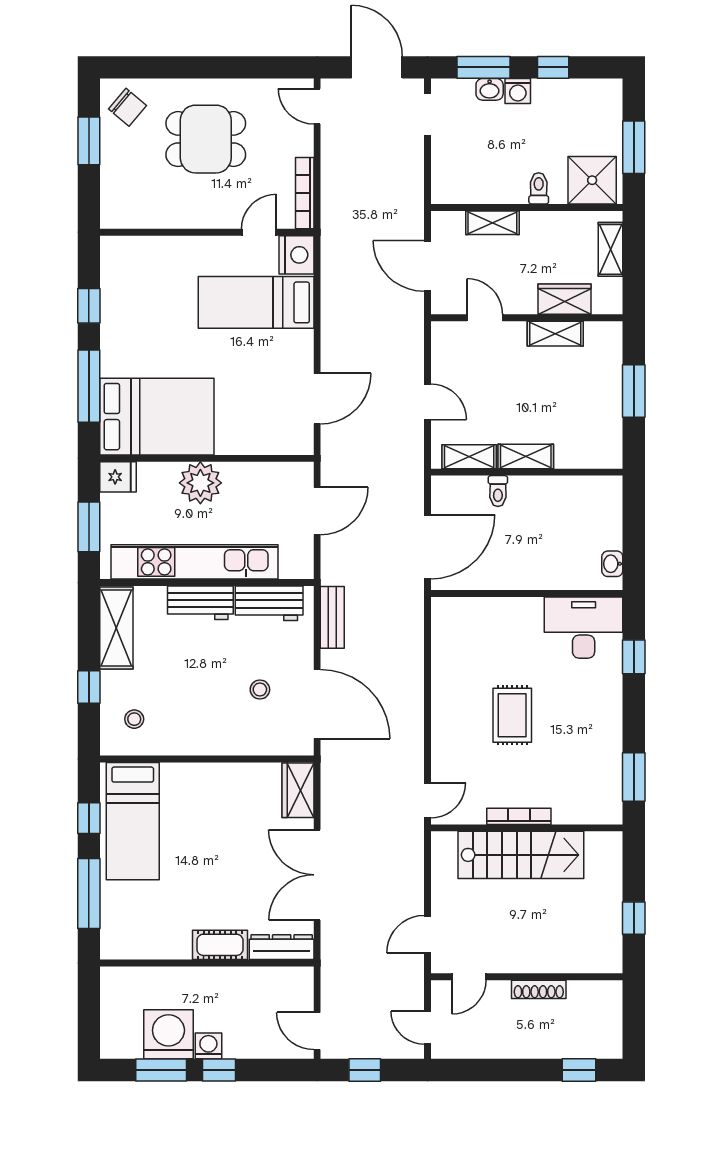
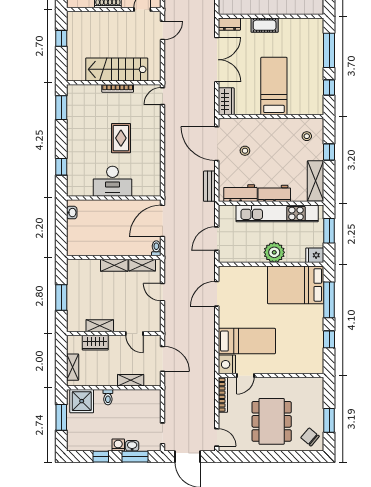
dining table: (206, 139) -> (272, 421), width x1.38
toilet: (498, 491) -> (156, 248), moved
desk: (584, 628) -> (112, 181), moved
bed: (133, 821) -> (274, 86), moved
dresser: (282, 947) -> (229, 24), width x0.70

